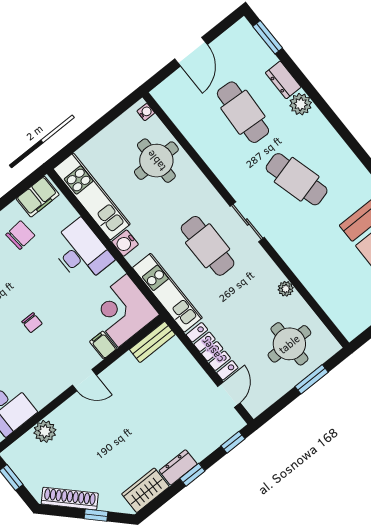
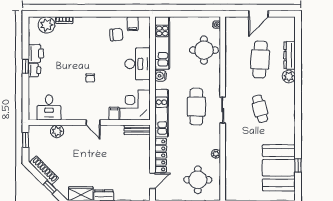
window: (268, 37) -> (298, 35), removed
dresser: (283, 80) -> (290, 55), width x1.44
cafe table: (297, 179) -> (260, 109), width x0.73, depth x0.74
filing cabinet: (38, 197) -> (133, 24), width x0.50

